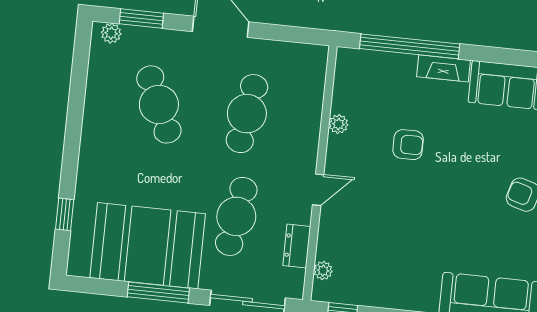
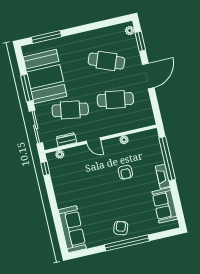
cafe table: (159, 104) -> (106, 61), turned 45
window: (65, 214) -> (46, 37), width x2.17

